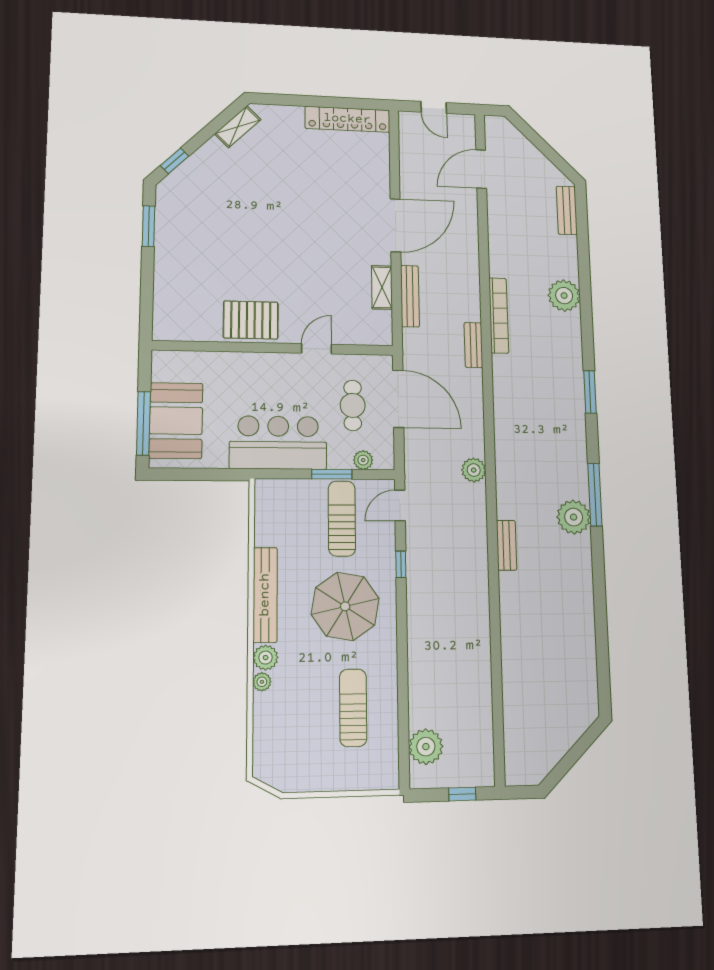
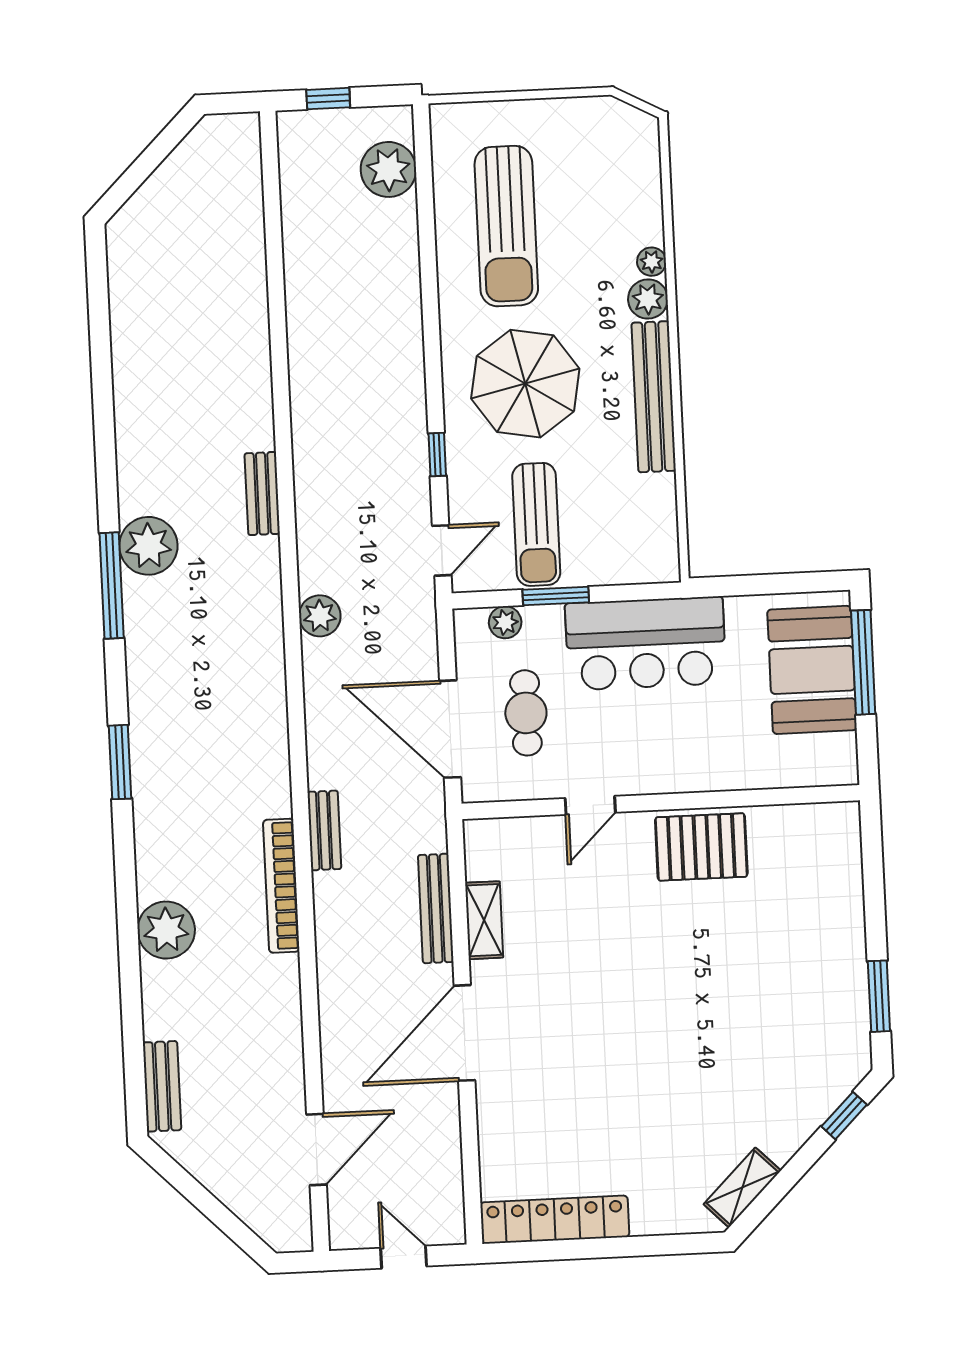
sun lounger: (353, 708) -> (506, 226), width x1.36, depth x1.34

